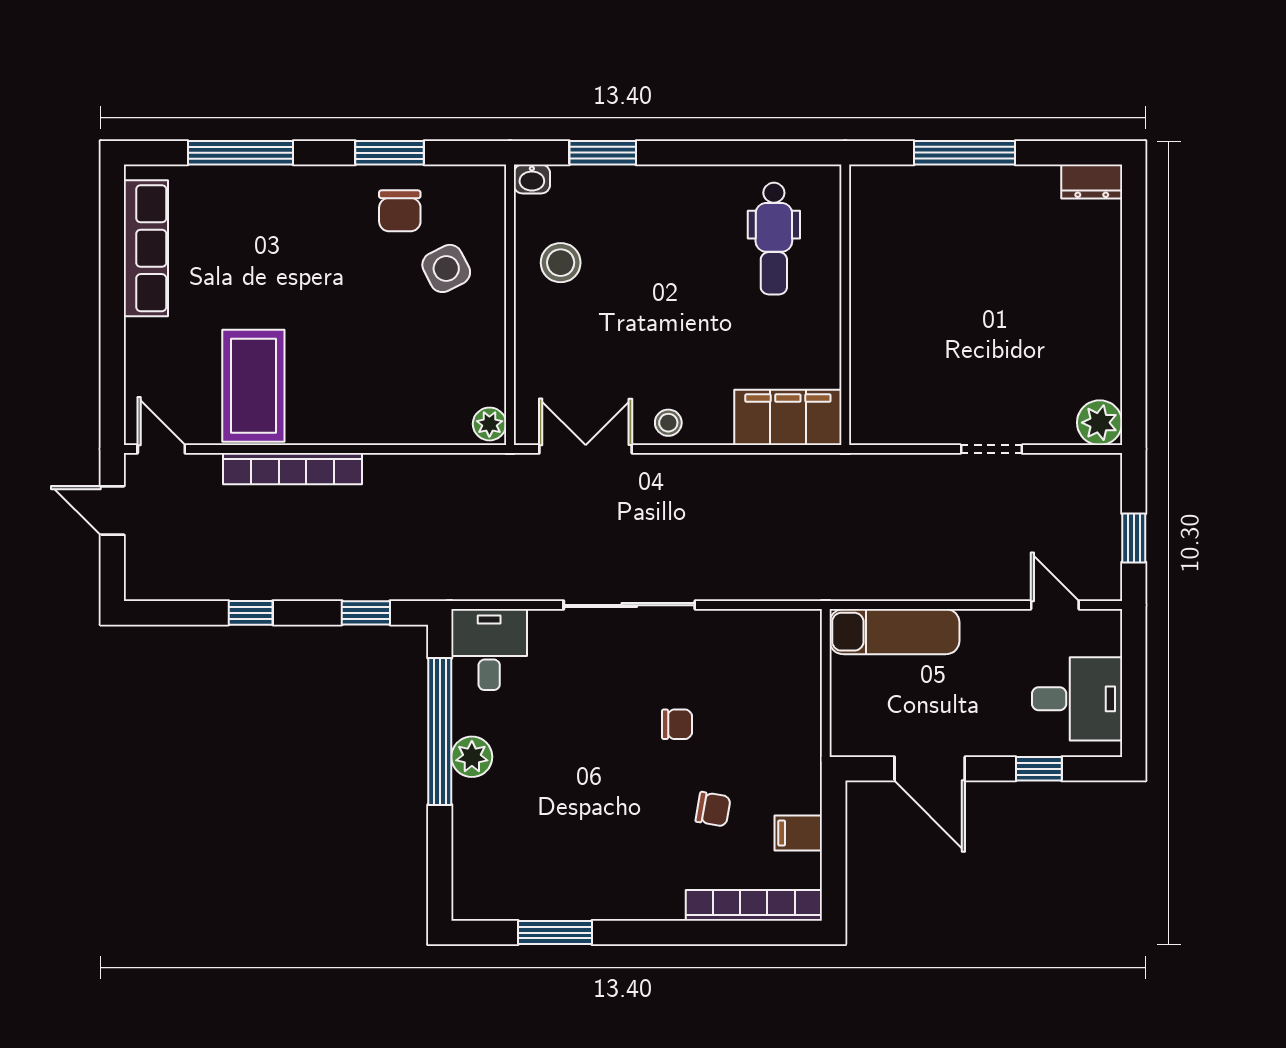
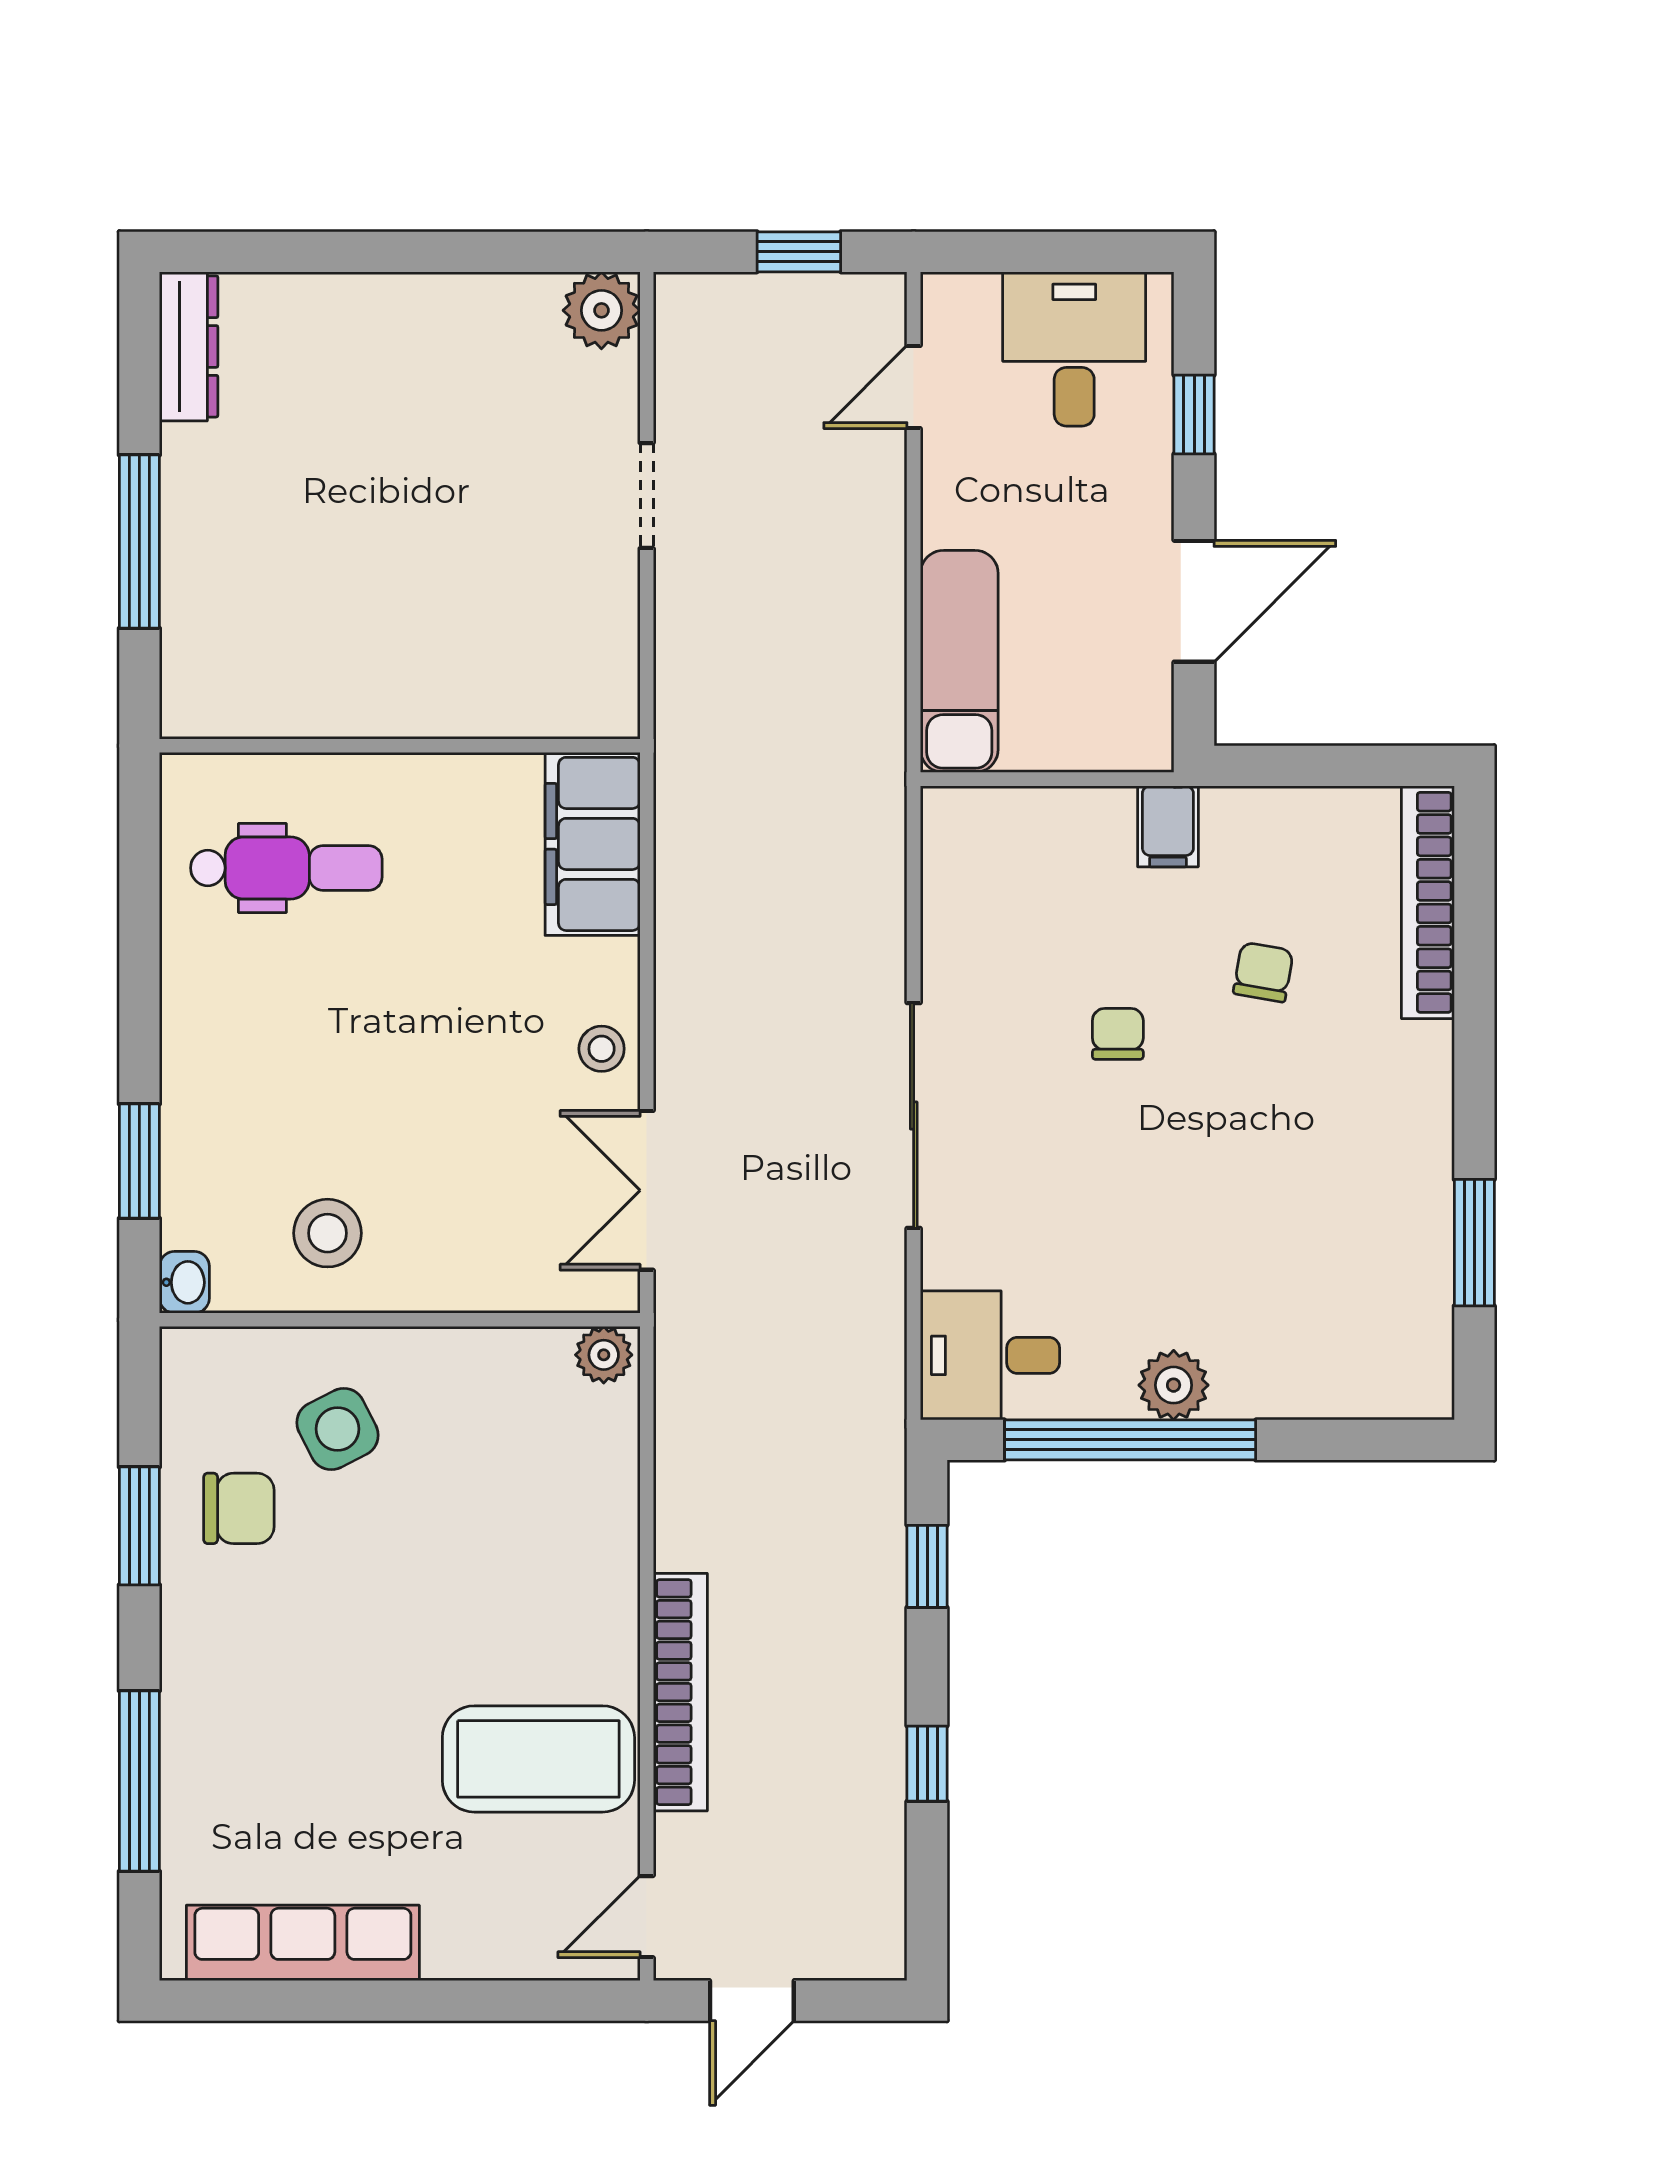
dresser: (1092, 181) -> (189, 346), width x1.44
filing cabinet: (798, 833) -> (1168, 826), moved

